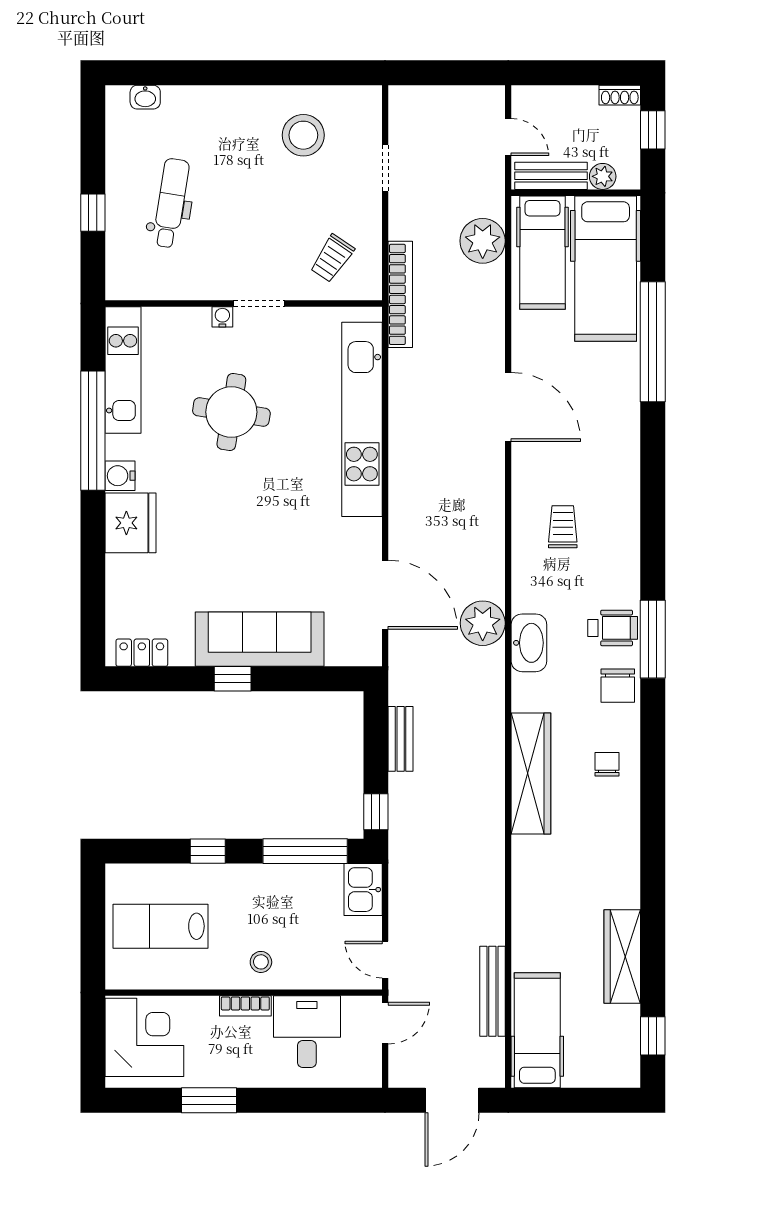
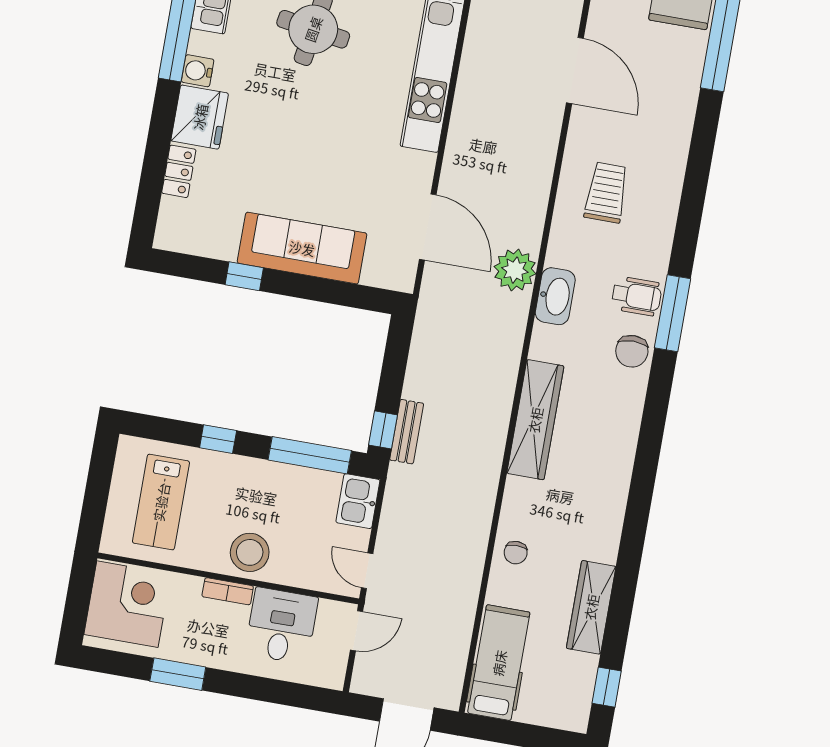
trolley: (563, 527) -> (606, 192), width x1.36, depth x1.39
locker: (142, 653) -> (179, 171), moved, turned 90
window: (233, 679) -> (244, 276), moved
bench: (401, 739) -> (407, 432), moved
chair: (607, 764) -> (516, 553), moved, turned 180
lab bench: (160, 926) -> (161, 502), turned -90
stool: (261, 962) -> (250, 552), width x1.89, depth x1.89
bench: (492, 991) -> (463, 618), removed

